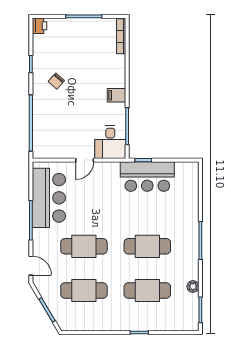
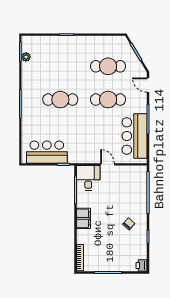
filing cabinet: (117, 95) -> (83, 218), width x2.00
door: (85, 160) -> (108, 164), hinge flipped
bar counter: (147, 176) -> (47, 152), moved
plant: (193, 287) -> (26, 57), moved
cafe table: (147, 291) -> (60, 66), removed

